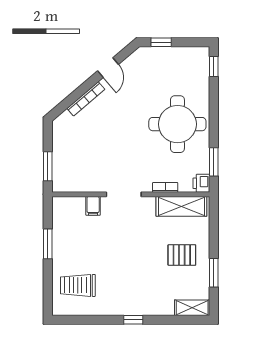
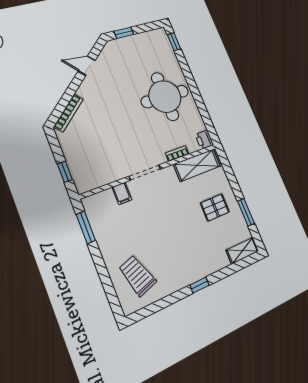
door: (108, 68) -> (87, 66), swing flipped
bookcase: (86, 99) -> (68, 113), moved
window: (214, 162) -> (206, 119), removed
window: (48, 166) -> (65, 172), width x0.67
window: (48, 244) -> (86, 227), moved
trolley: (78, 285) -> (137, 275), turned 72

